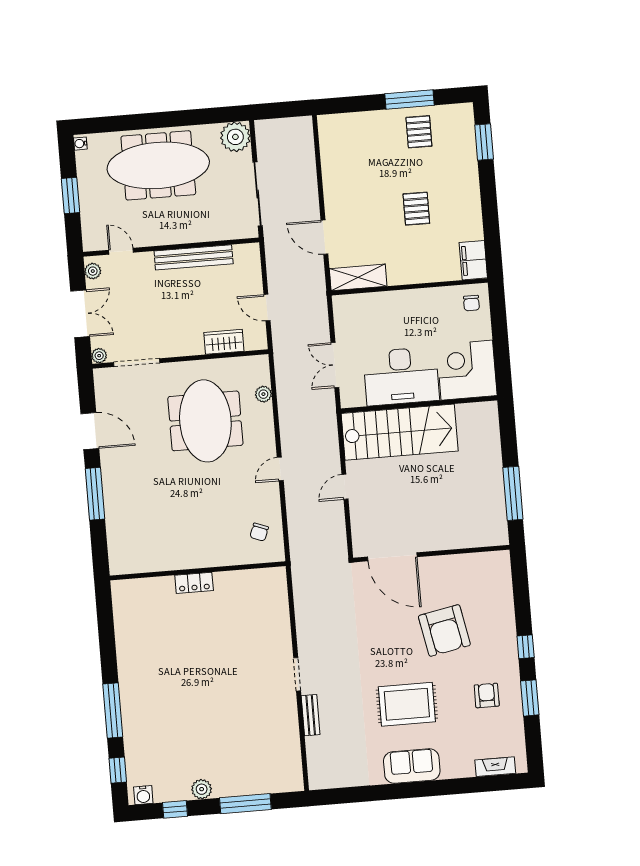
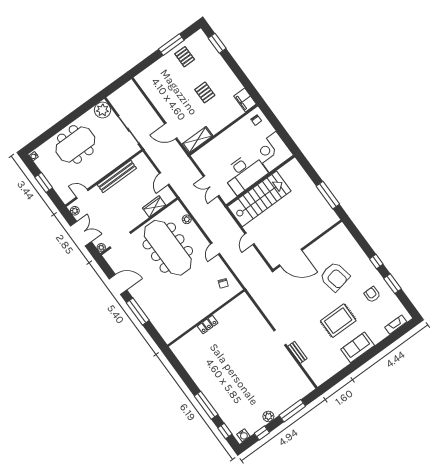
meeting table: (158, 165) -> (75, 144), width x0.73
door: (267, 308) -> (164, 179), hinge flipped
meeting table: (205, 421) -> (168, 248), width x1.36

